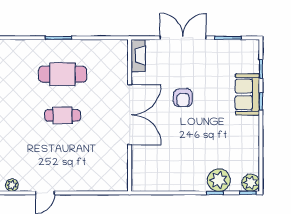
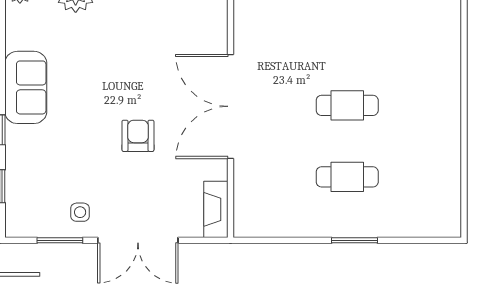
side table: (216, 54) -> (80, 212), added
cafe table: (63, 74) -> (347, 177), width x0.73, depth x0.74
sofa: (247, 94) -> (26, 87), moved

